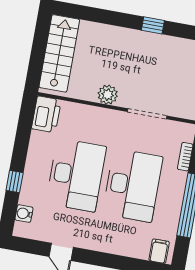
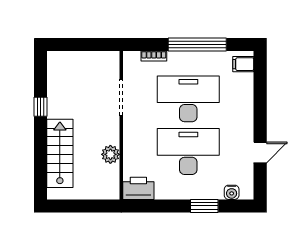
stairs: (59, 53) -> (60, 153), moved, turned 90
plant: (108, 95) -> (110, 154), moved
window: (15, 182) -> (204, 206), width x1.50

